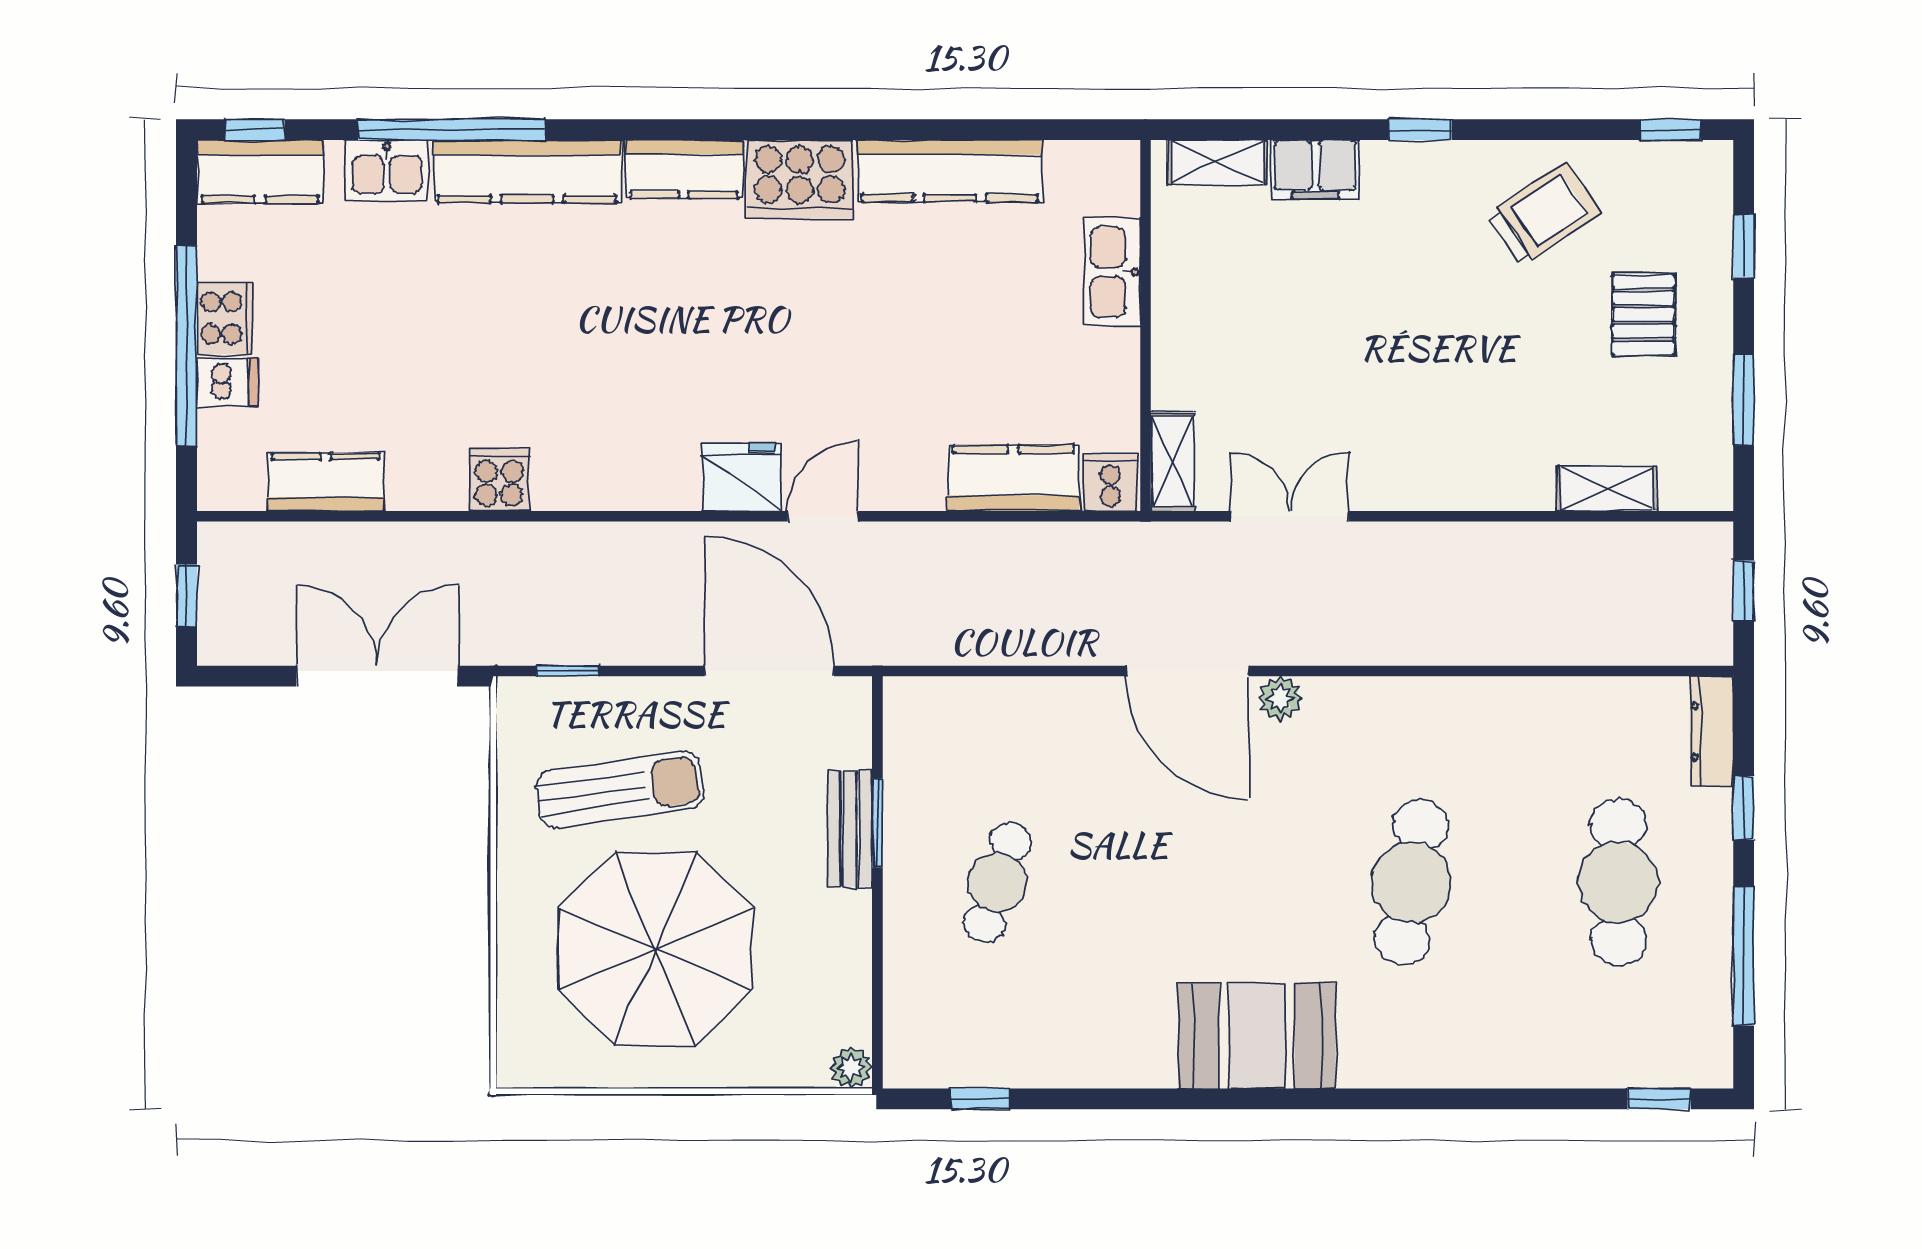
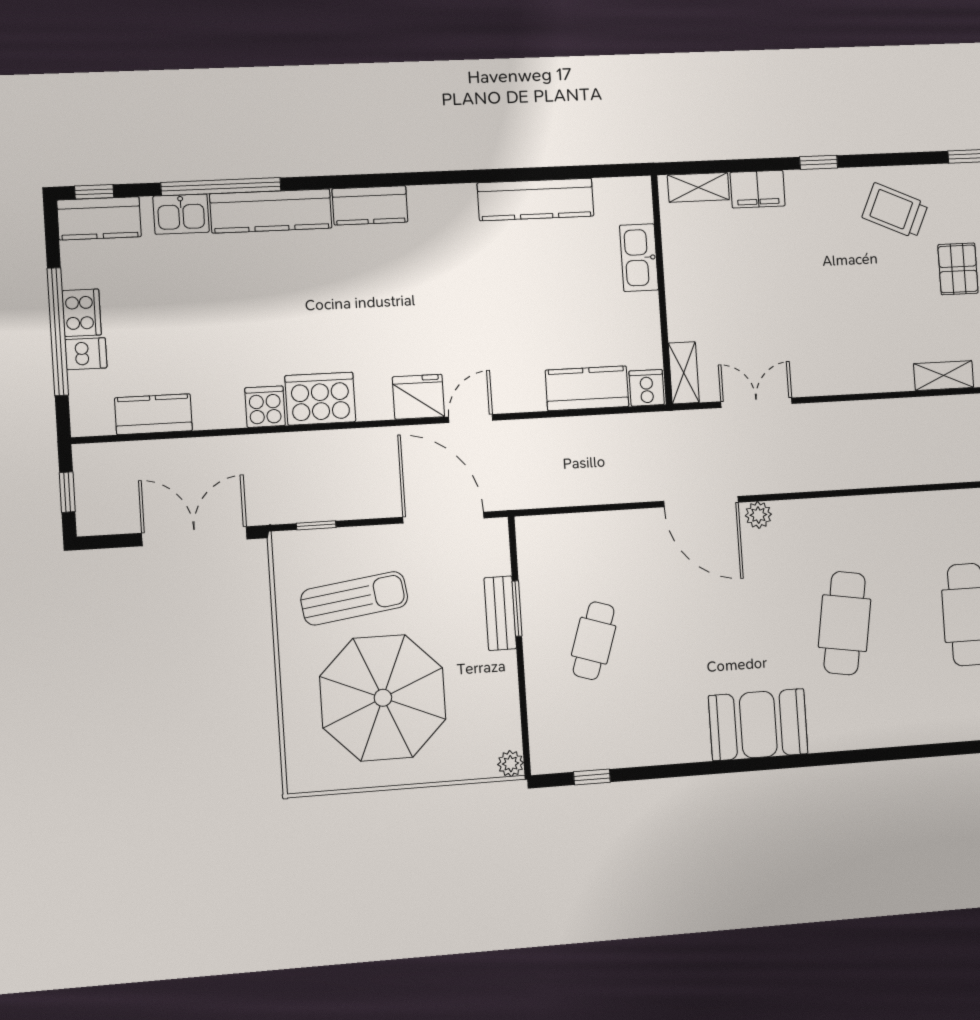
cooker: (800, 179) -> (320, 399), moved, turned 180
trolley: (1544, 214) -> (895, 211), turned -122

